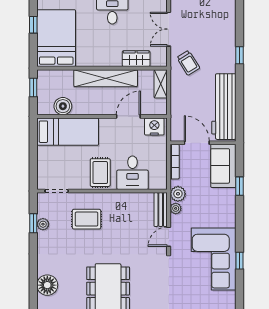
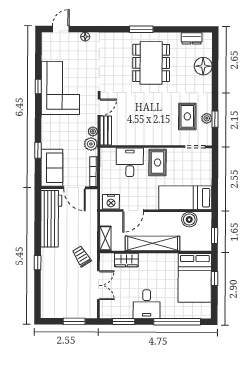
window: (33, 25) -> (214, 278), moved
rug: (87, 219) -> (187, 116), moved, turned 90

